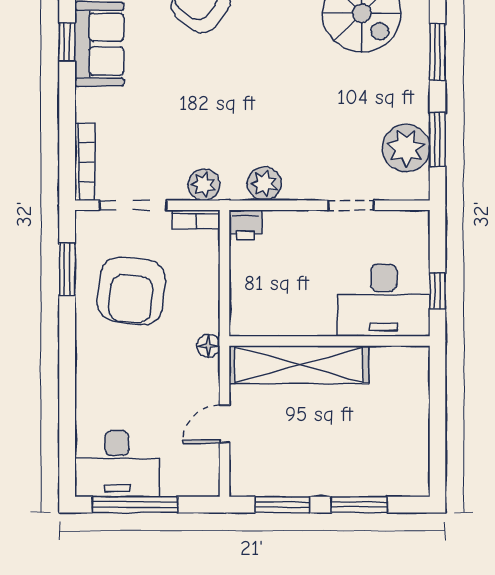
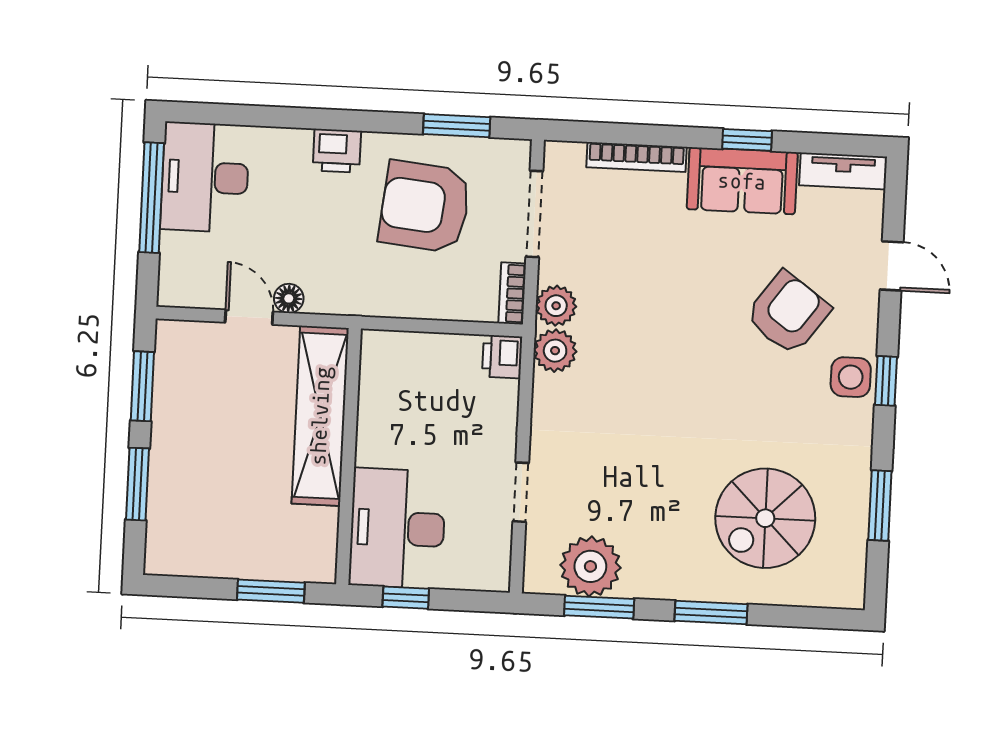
bookcase: (85, 162) -> (637, 157), moved
plant: (264, 184) -> (555, 351), moved
floor lamp: (208, 346) -> (289, 298), moved
printer: (91, 362) -> (337, 151), added
window: (437, 396) -> (271, 591), added

